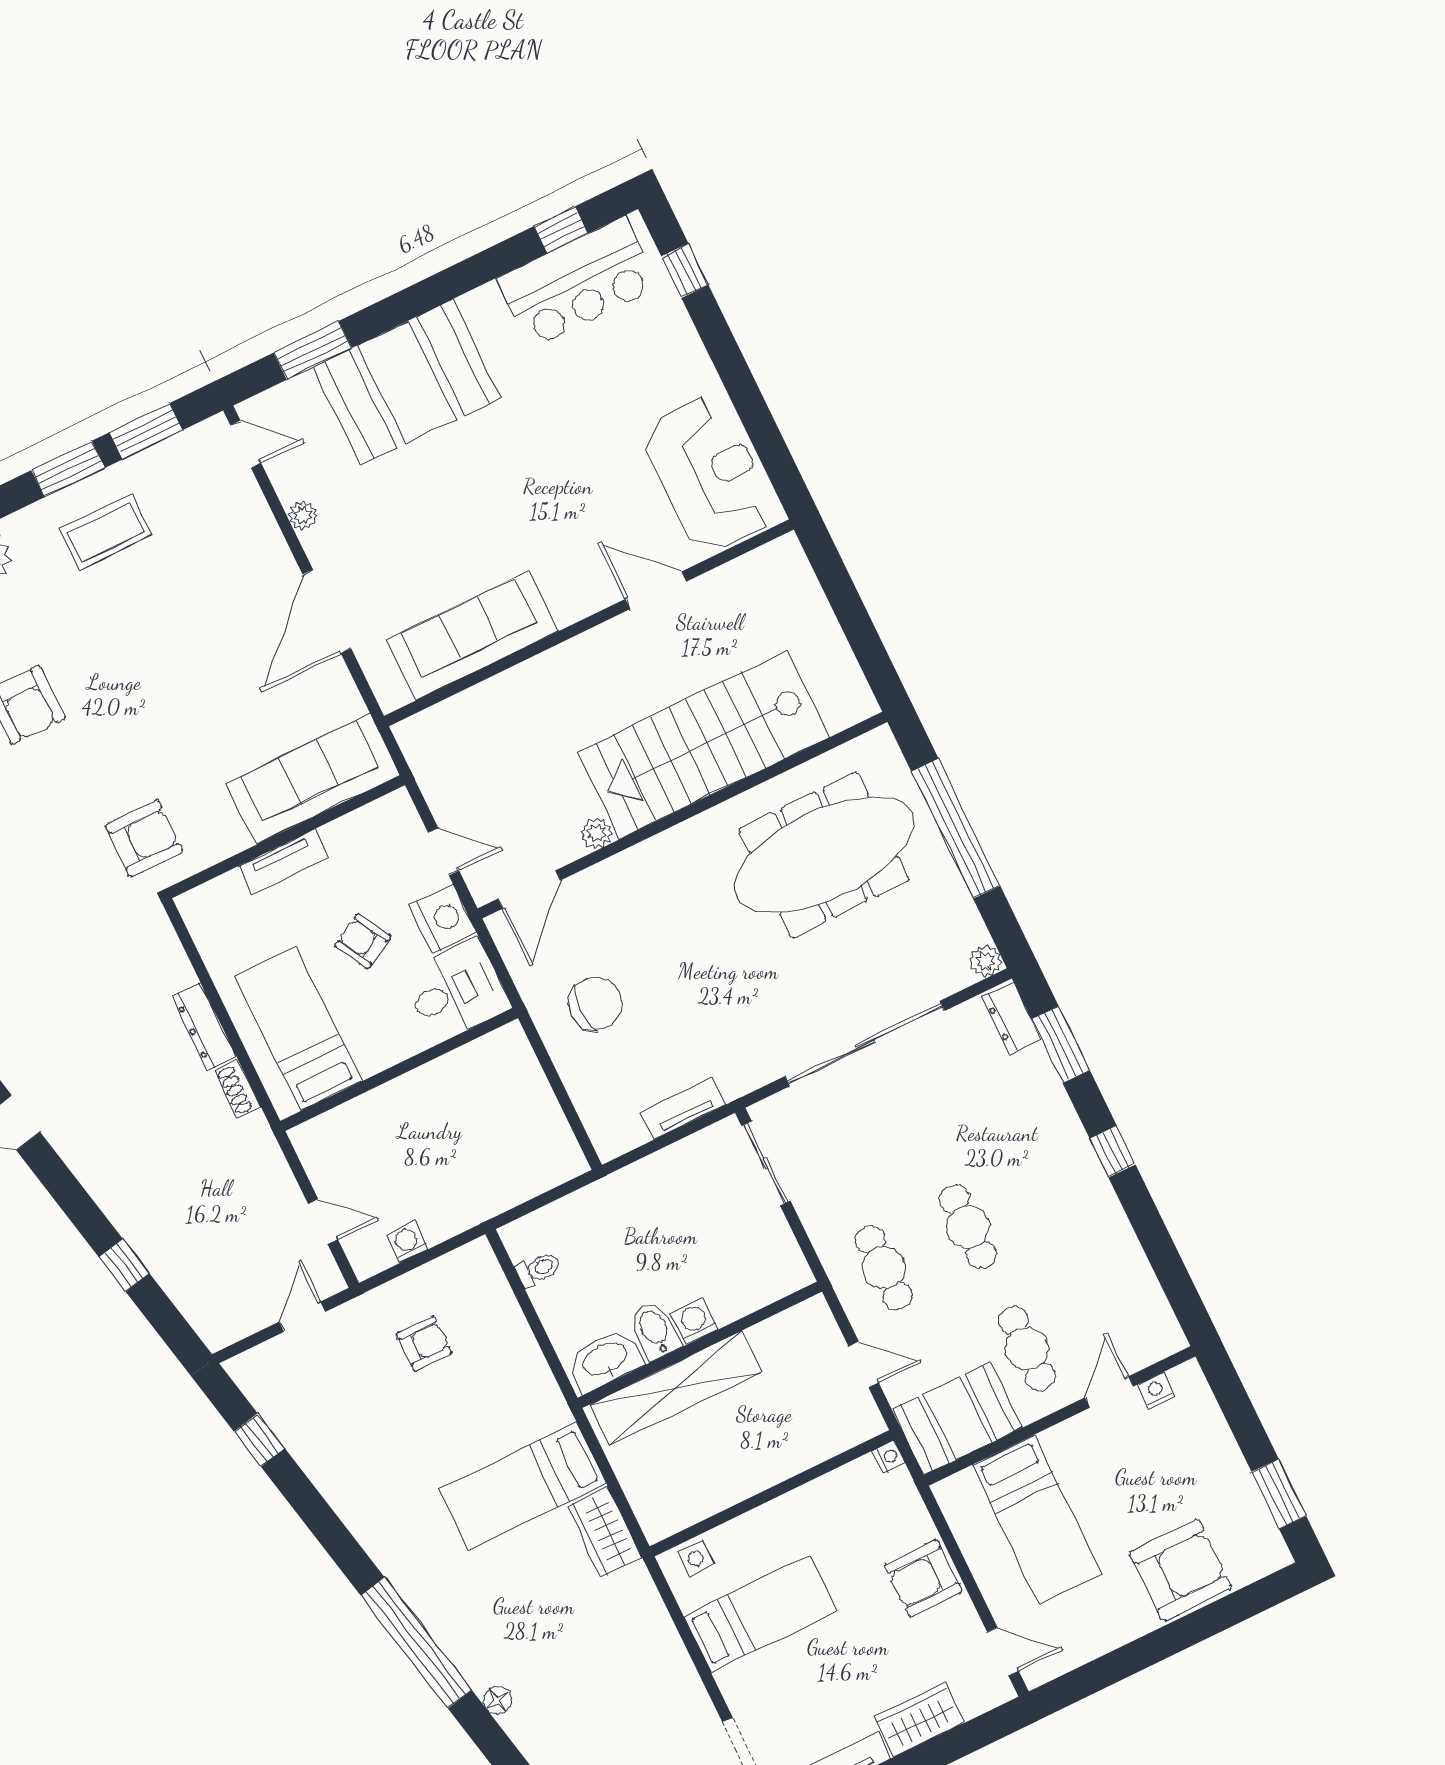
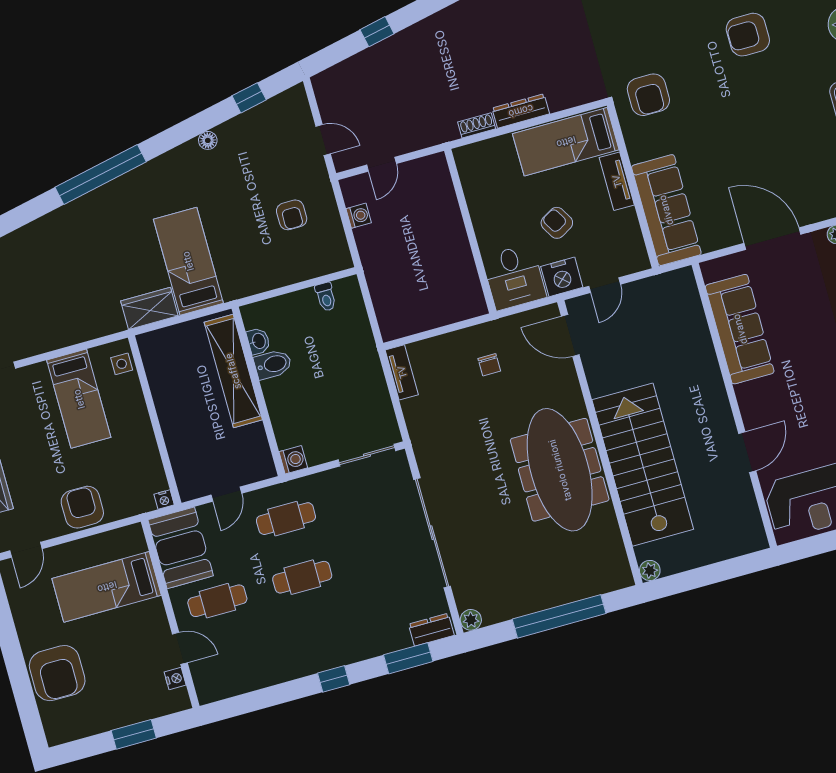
plant: (596, 833) -> (650, 570), moved
meeting table: (824, 855) -> (560, 470), moved
armchair: (363, 941) -> (557, 223), turned -91
chair: (595, 1004) -> (489, 365), width x0.54, depth x0.54
bed: (298, 1028) -> (566, 142), moved, turned 180
tv unit: (683, 1108) -> (402, 372), moved
washing machine: (694, 1321) -> (293, 460), moved
washbasin: (605, 1360) -> (258, 341), width x0.52, depth x0.69
window: (1279, 1494) -> (134, 734), moved
floor lamp: (497, 1700) -> (208, 140), moved

